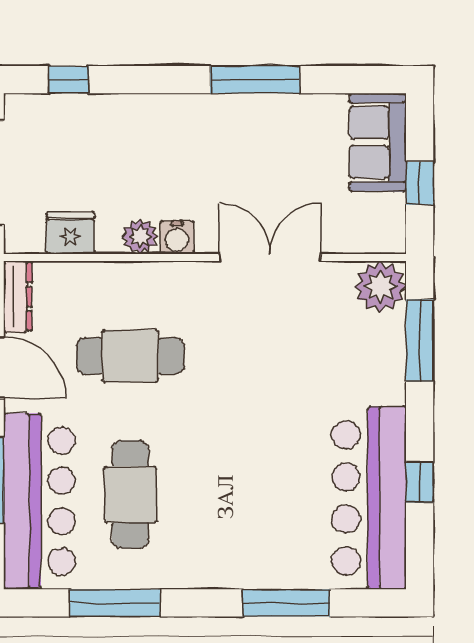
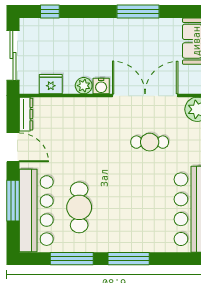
double door: (270, 257) -> (145, 96), width x1.36
cafe table: (130, 356) -> (150, 142), moved, width x0.73, depth x0.74
window: (286, 603) -> (129, 259), moved

